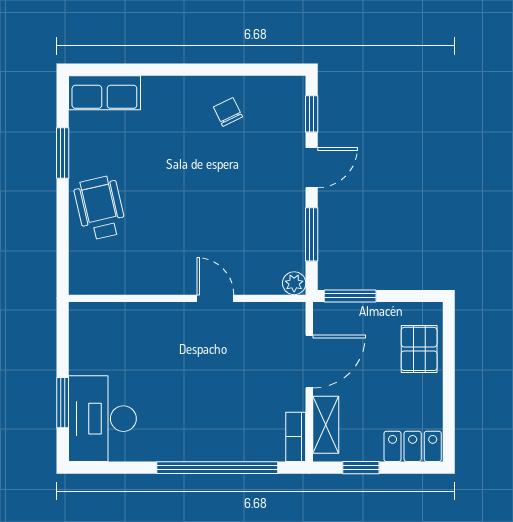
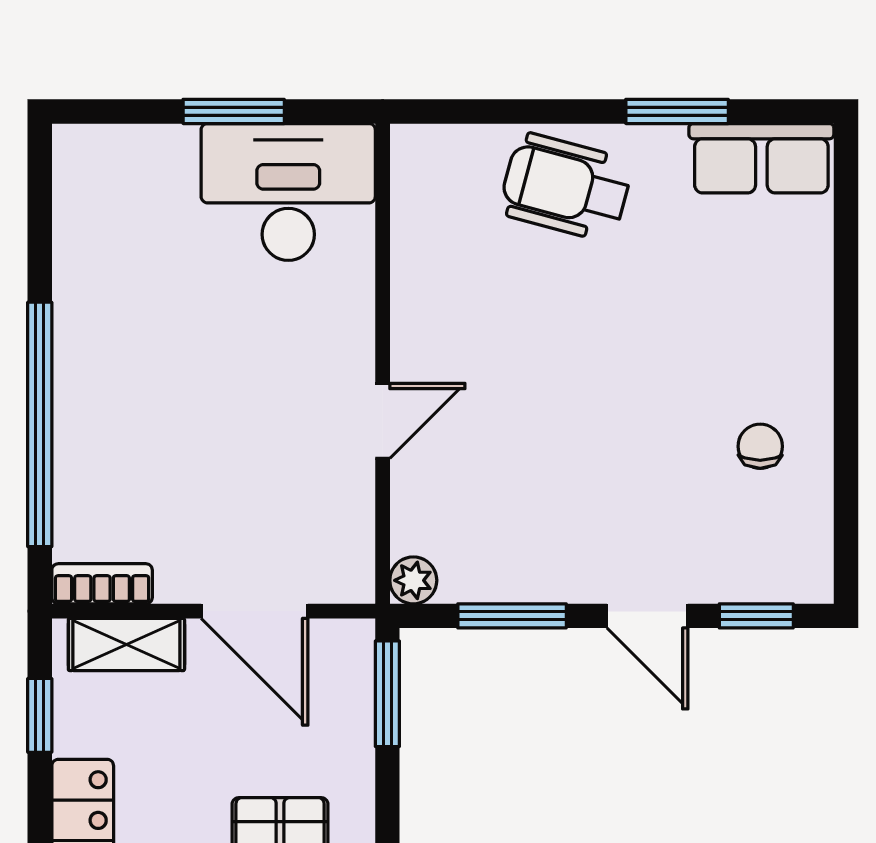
row of seats: (104, 93) -> (761, 158), moved, turned -90
chair: (228, 112) -> (760, 446), turned -64
wheelchair: (100, 208) -> (566, 187), turned -152
window: (63, 403) -> (234, 111), moved
desk: (102, 419) -> (288, 192), moved

